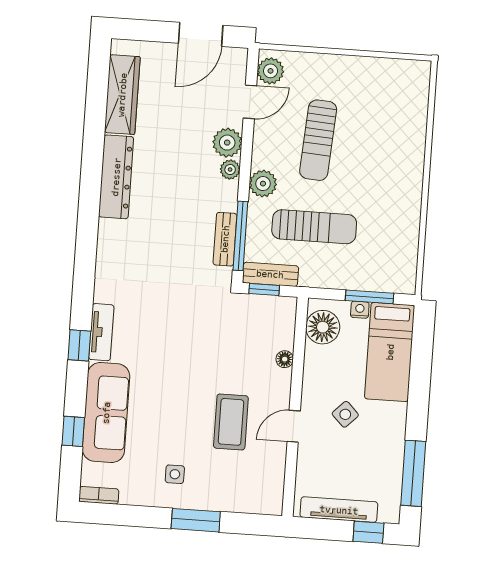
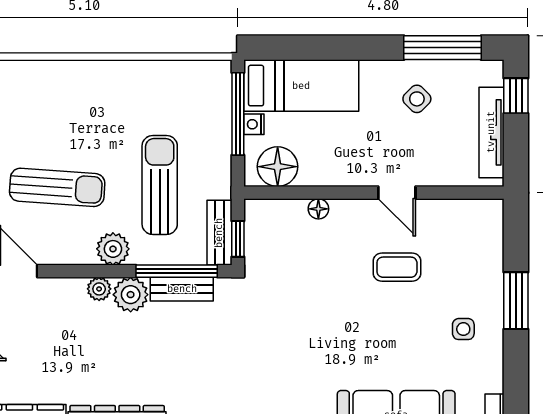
plant: (227, 143) -> (131, 295), moved
window: (370, 297) -> (238, 114), width x1.44
side table: (345, 414) -> (417, 99), moved
coffee table: (231, 422) -> (397, 267), width x0.73, depth x0.77

